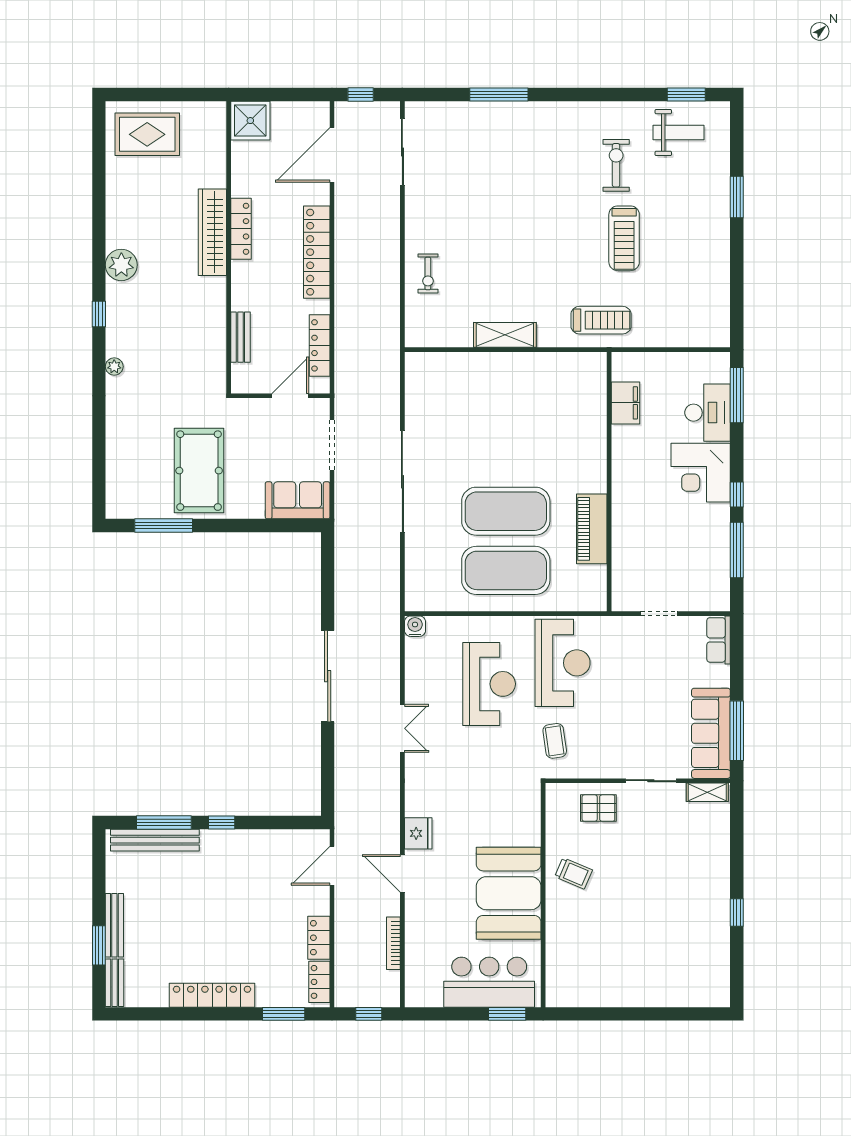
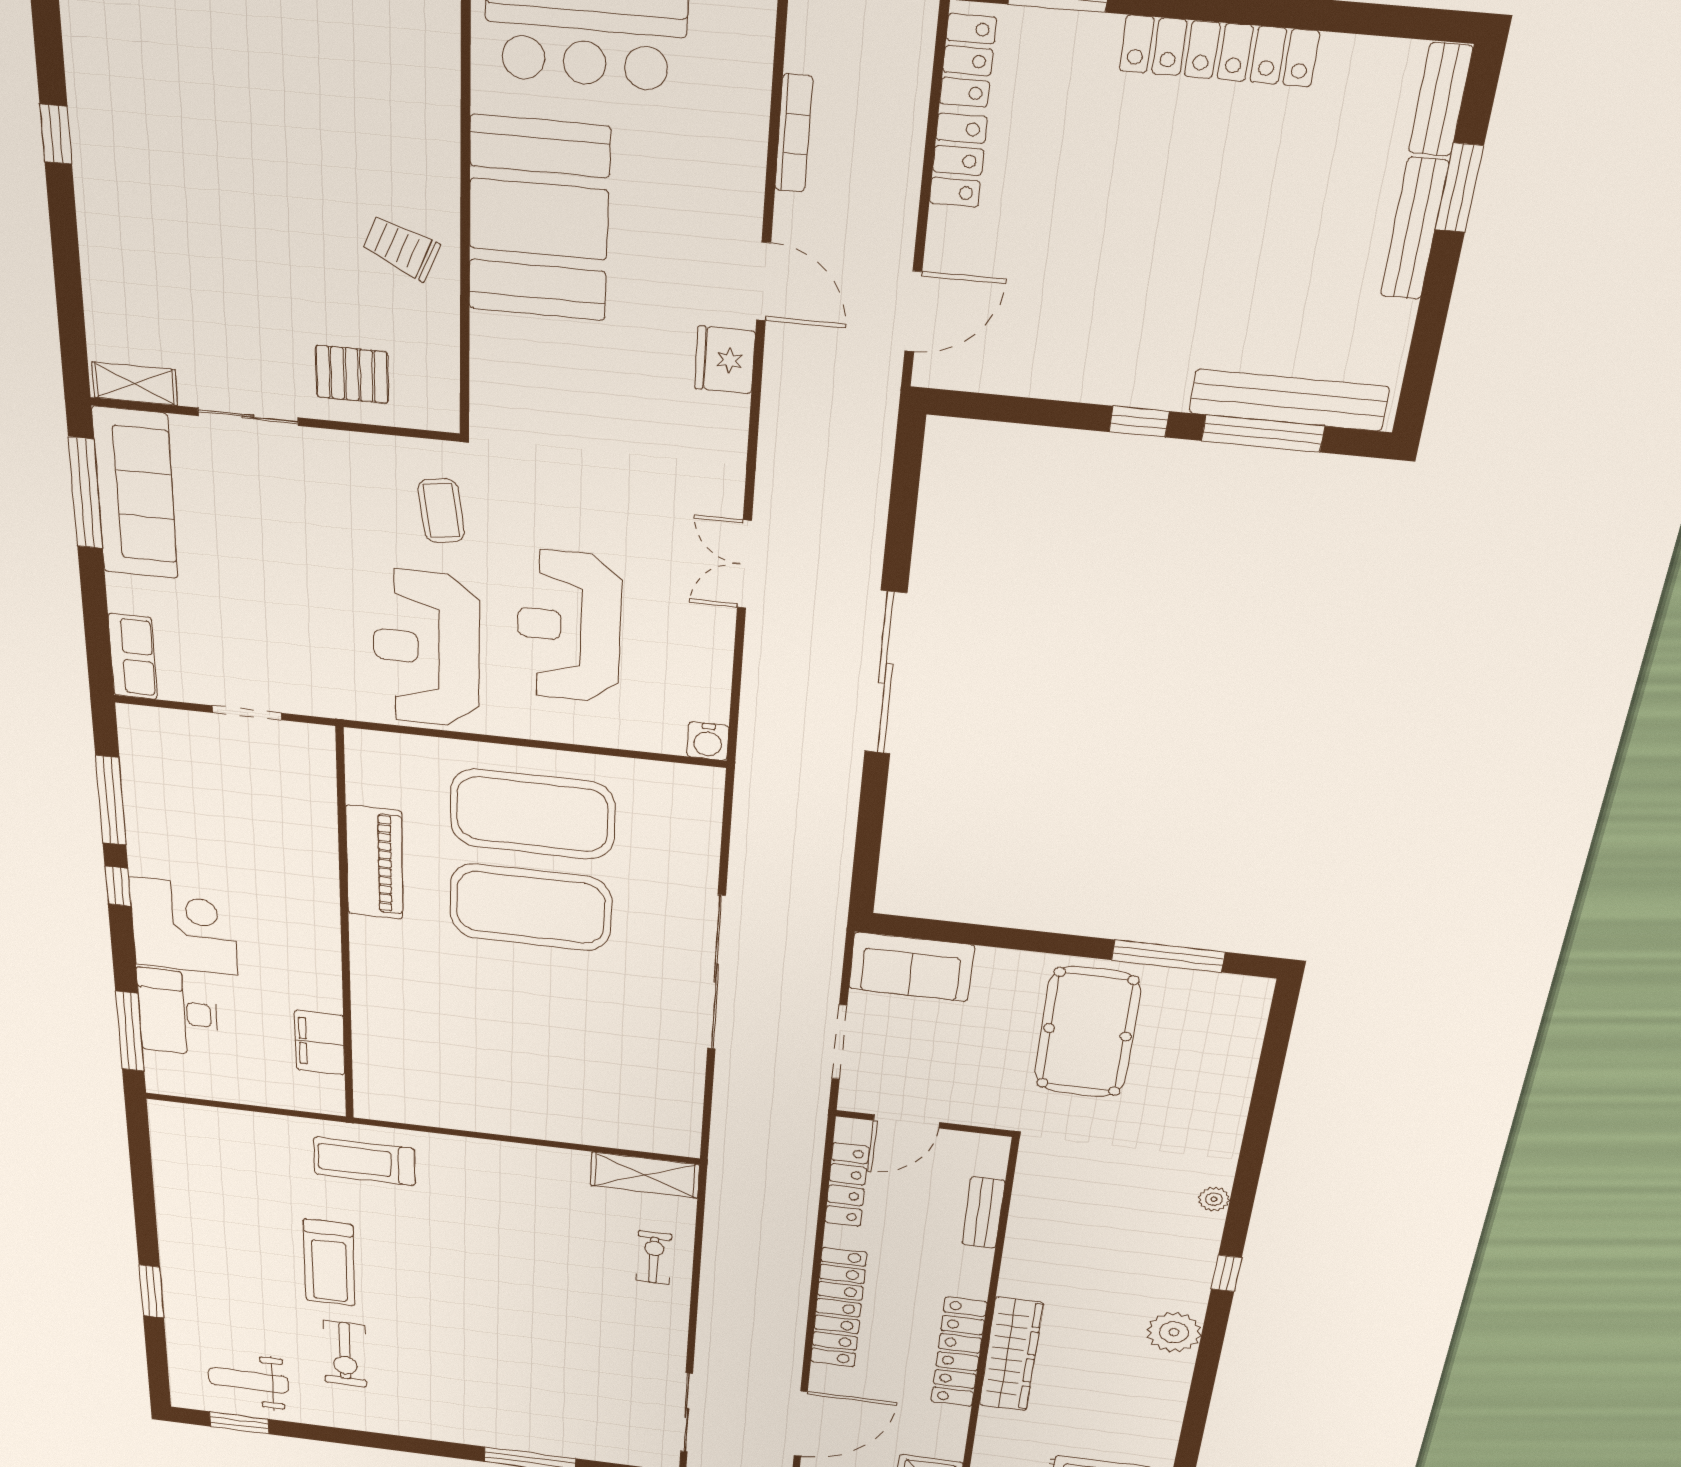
locker: (241, 229) -> (959, 1352), width x1.41, depth x1.21
treadmill: (624, 238) -> (329, 1263), turned 180
shelving: (505, 335) -> (645, 1175), moved

